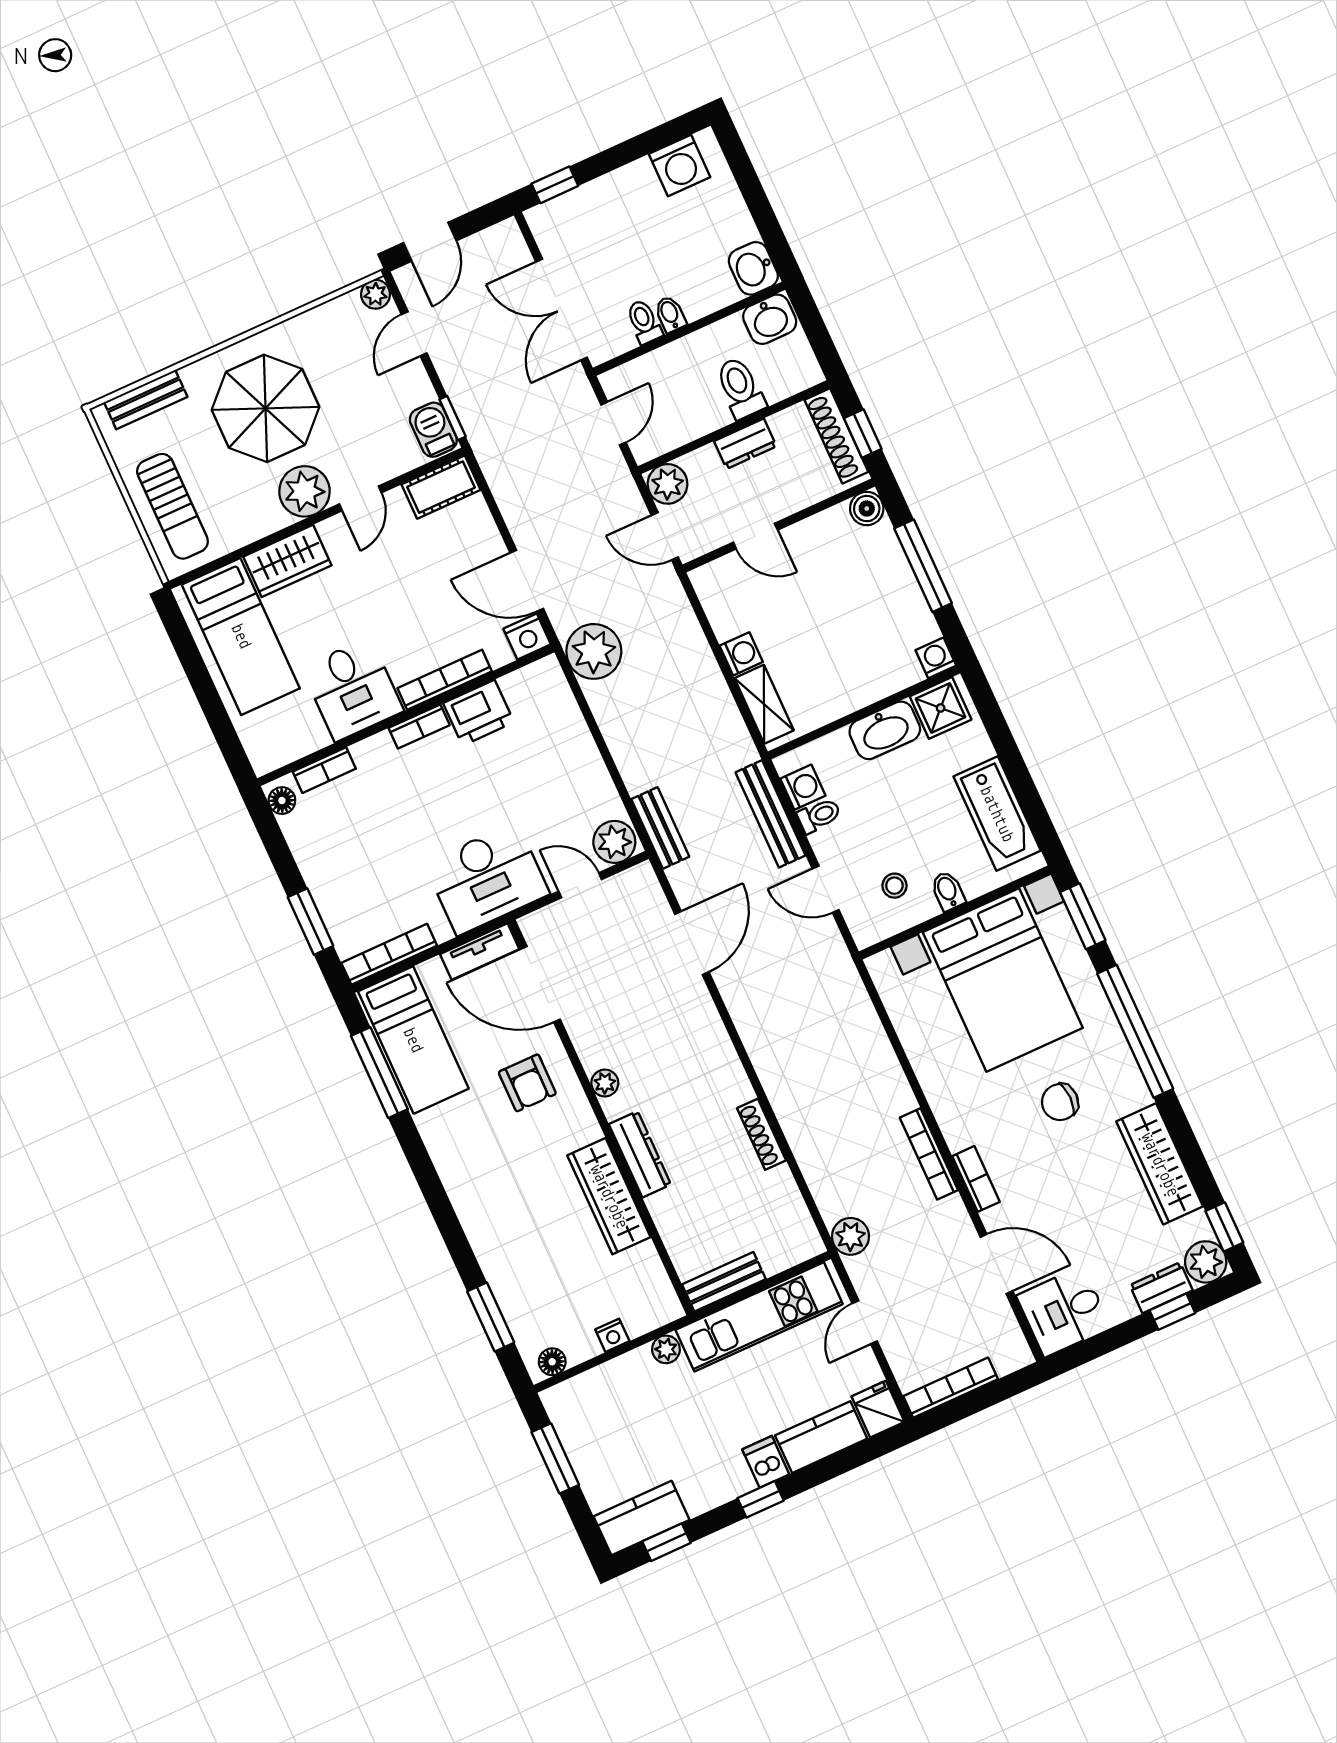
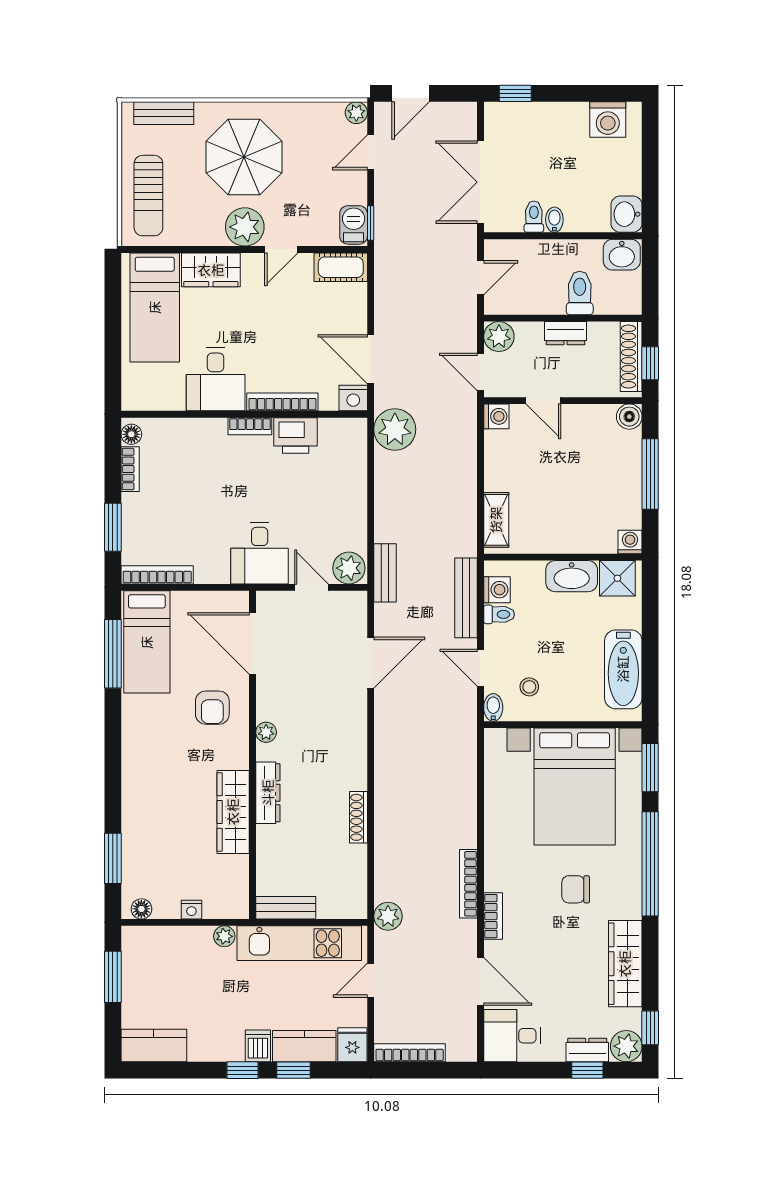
washing machine: (741, 654) -> (496, 416), moved
bookcase: (324, 770) -> (130, 469), moved, turned -90
desk: (487, 879) -> (260, 553), width x0.73
bidet: (948, 891) -> (493, 707), moved
tv unit: (480, 952) -> (221, 601), removed
window: (666, 1542) -> (294, 1070), moved

